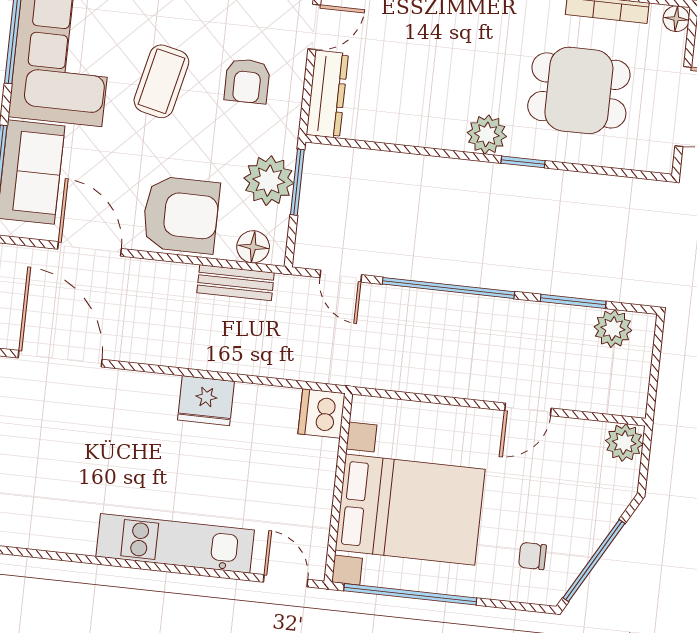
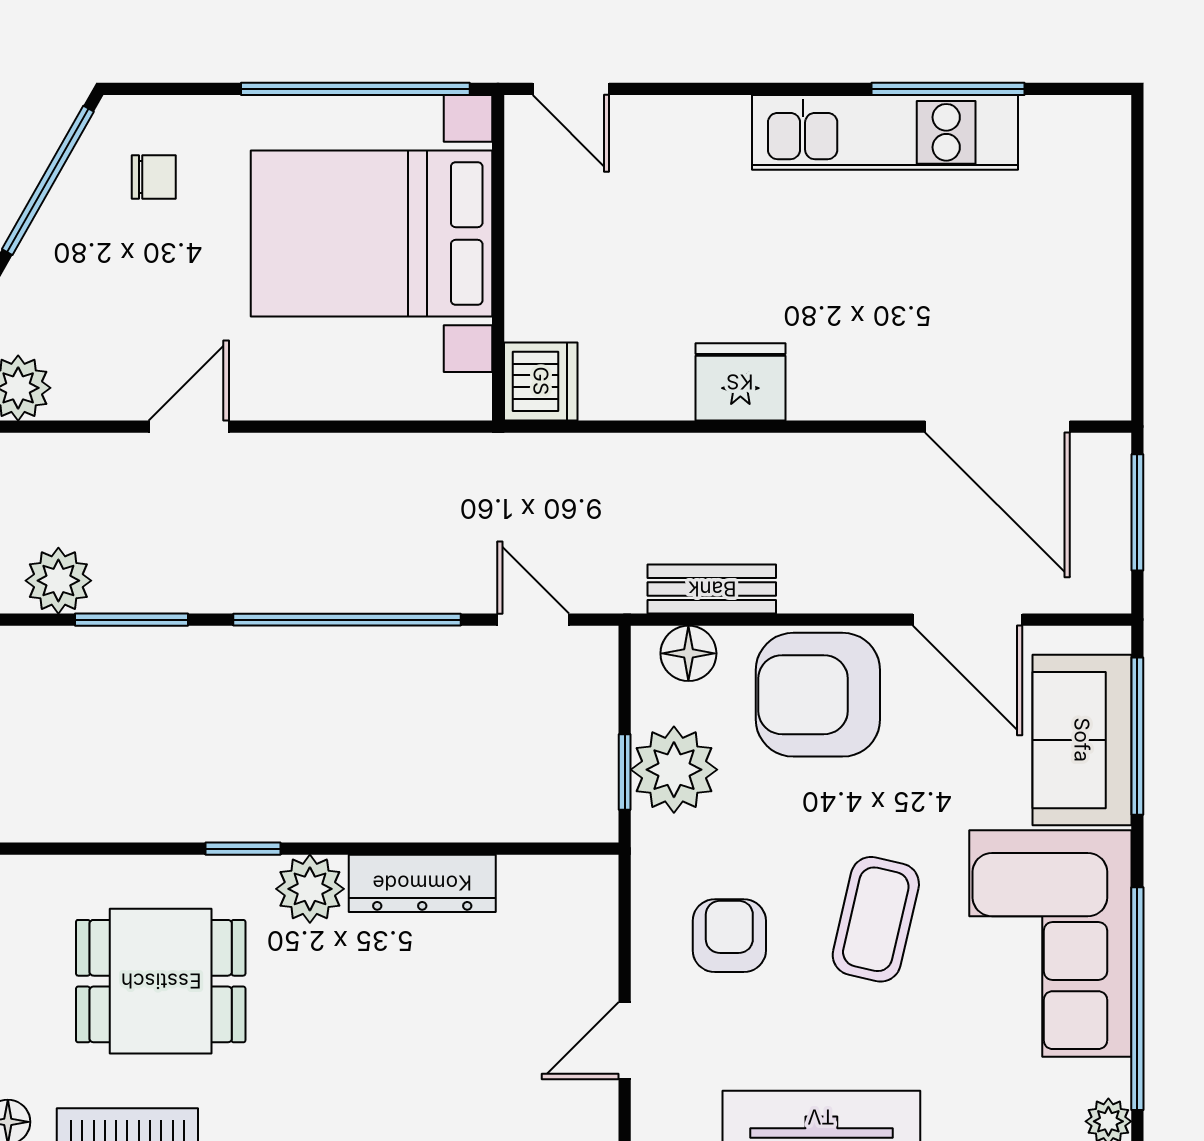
dresser: (327, 94) -> (422, 883), moved, turned -90
window: (297, 182) -> (625, 772), width x0.67
kitchen unit: (175, 543) -> (885, 132), moved
window: (67, 557) -> (948, 89), added

